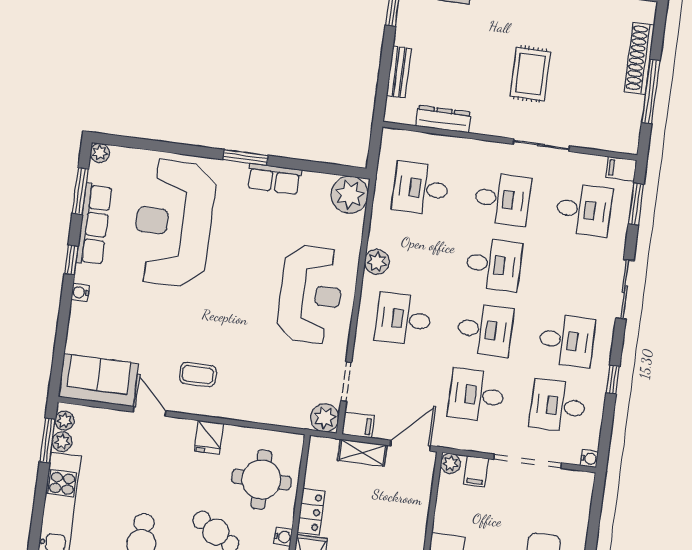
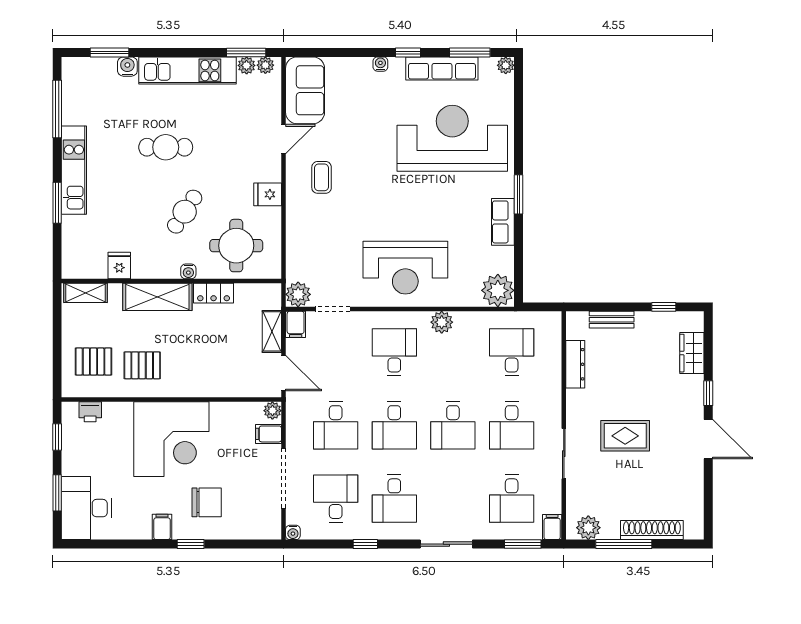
plant: (627, 129) -> (588, 528), added
desk: (476, 395) -> (336, 425), turned 180

